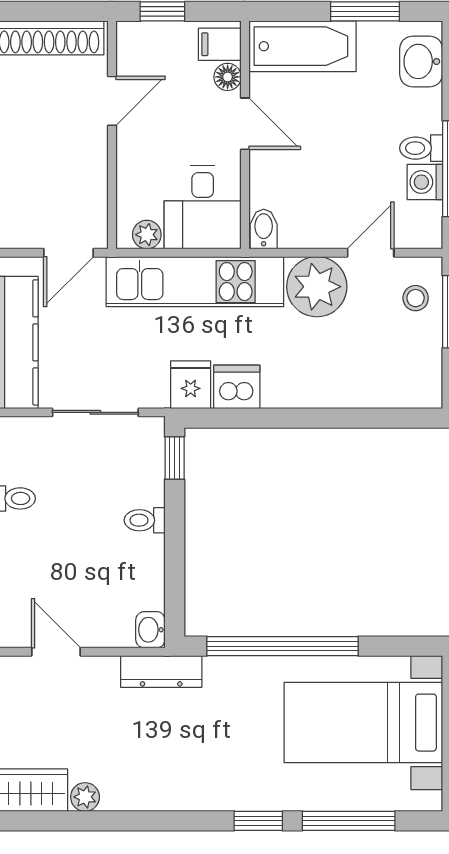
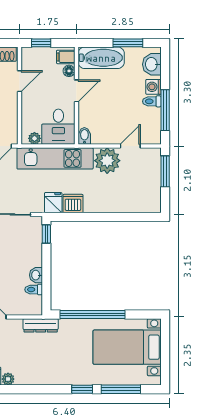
door: (245, 124) -> (76, 91), hinge flipped
washing machine: (425, 182) -> (153, 87), moved
stool: (416, 298) -> (149, 166), removed
toilet: (145, 520) -> (34, 290), moved
washbasin: (150, 630) -> (36, 275), moved

